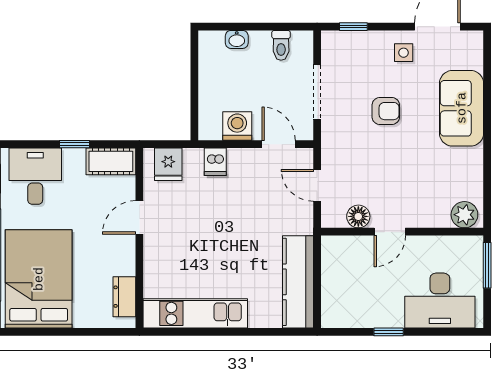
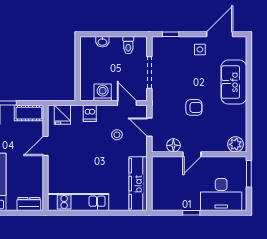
armchair: (386, 111) -> (194, 107), moved
stool: (262, 198) -> (117, 135), added
dresser: (124, 297) -> (29, 204), moved, turned 90

